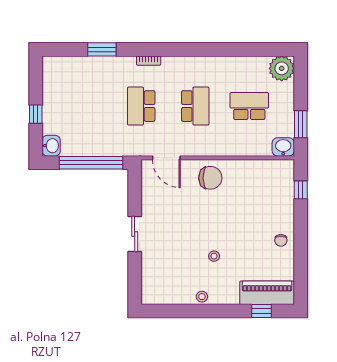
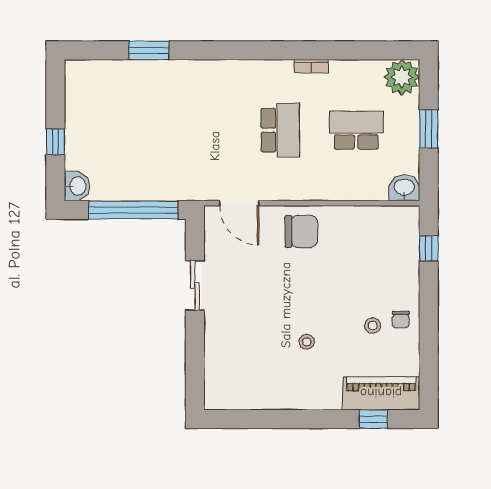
bookcase: (149, 61) -> (311, 66), moved
school desk: (141, 106) -> (204, 130), removed
window: (301, 124) -> (429, 129), moved
sliding door: (135, 234) -> (195, 285), moved
stool: (202, 297) -> (373, 325), moved

